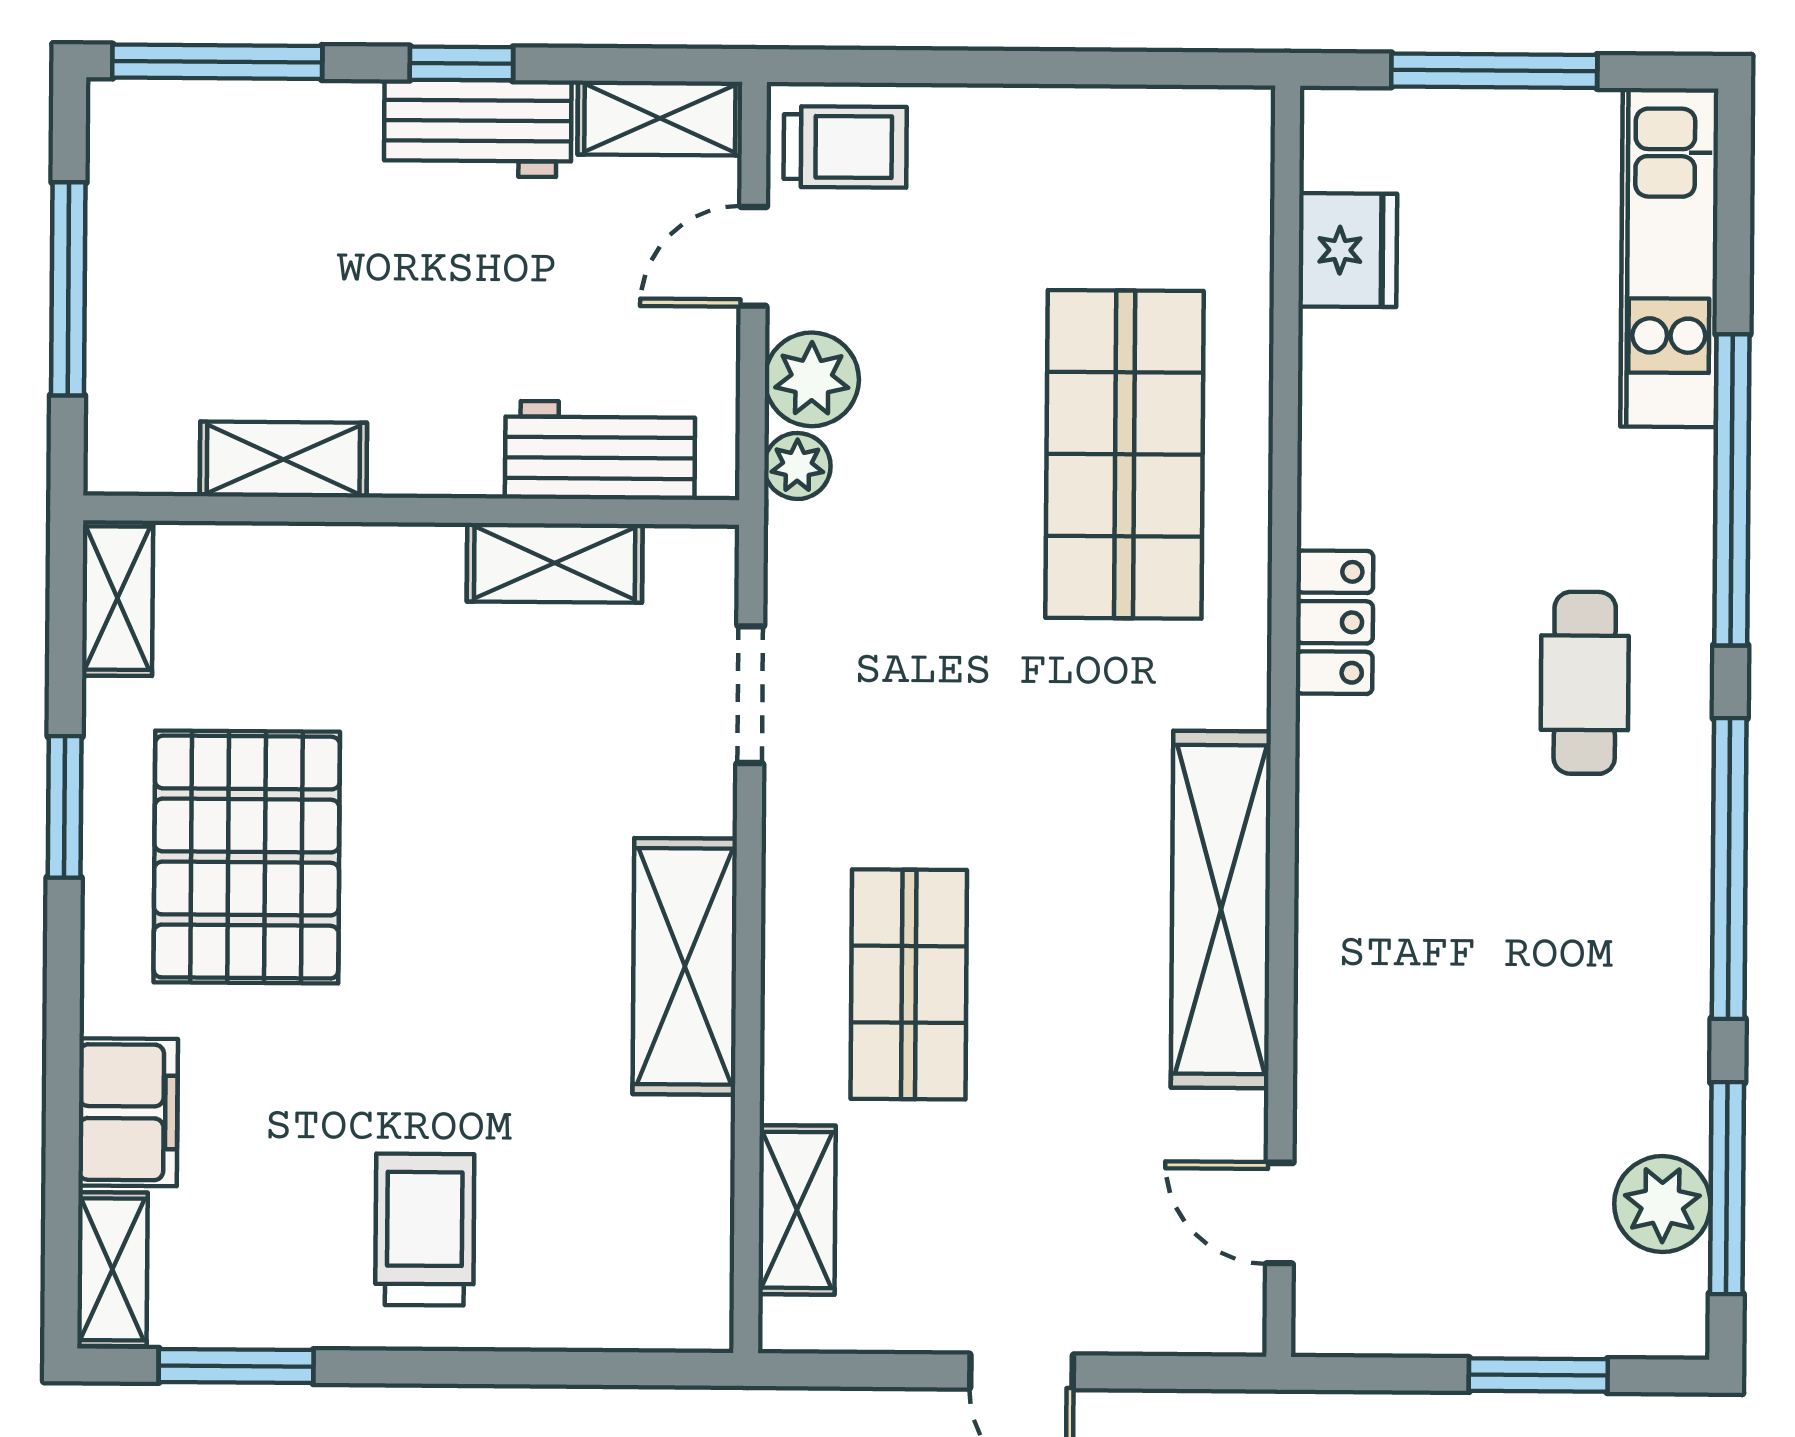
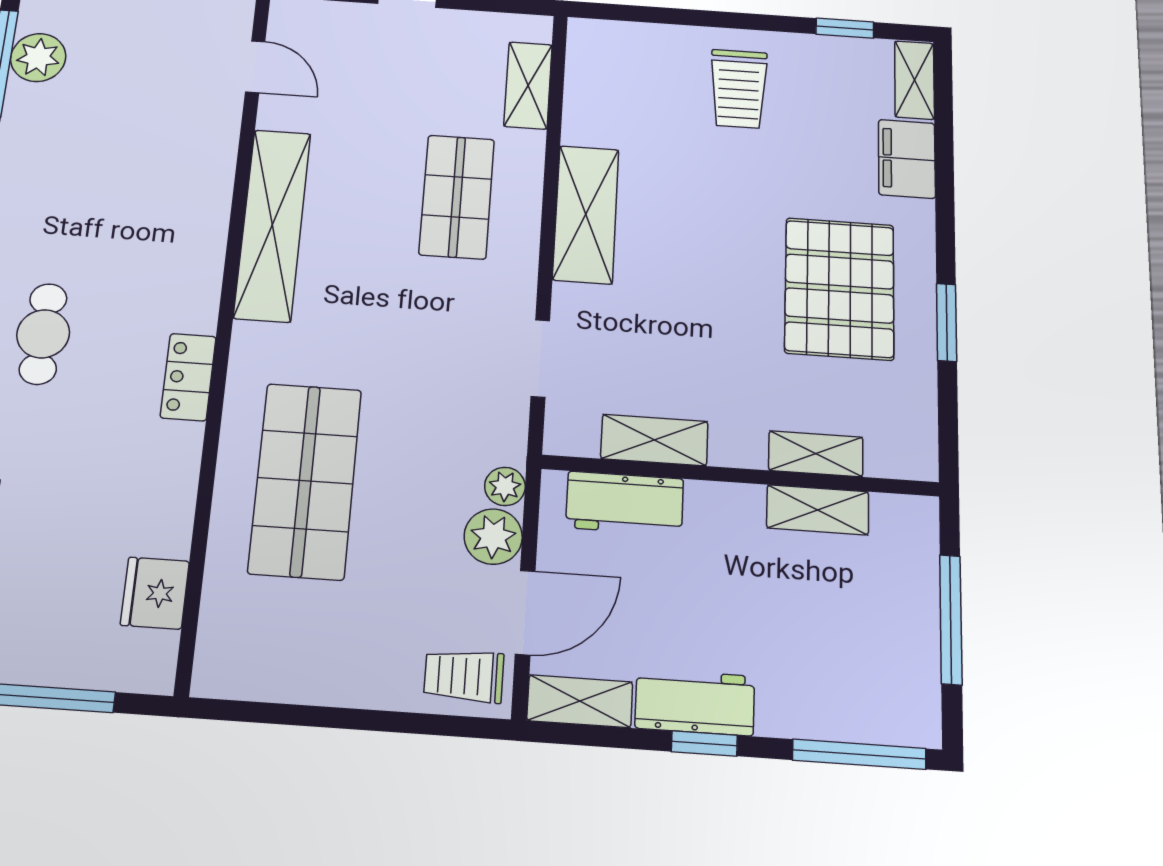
door: (753, 256) -> (525, 612), width x1.38
shelving: (117, 598) -> (816, 454), moved, turned 90
window: (236, 1366) -> (845, 28), width x0.67

